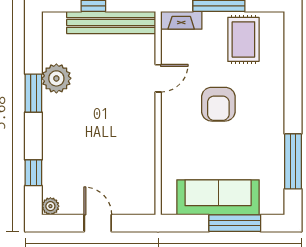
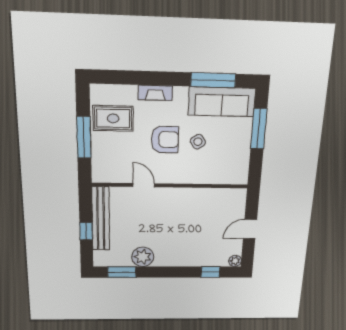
fireplace: (181, 20) -> (155, 93), moved, turned 90
window: (33, 93) -> (122, 272), moved
side table: (216, 146) -> (198, 142), added
sofa: (218, 197) -> (222, 102), moved, turned -90

